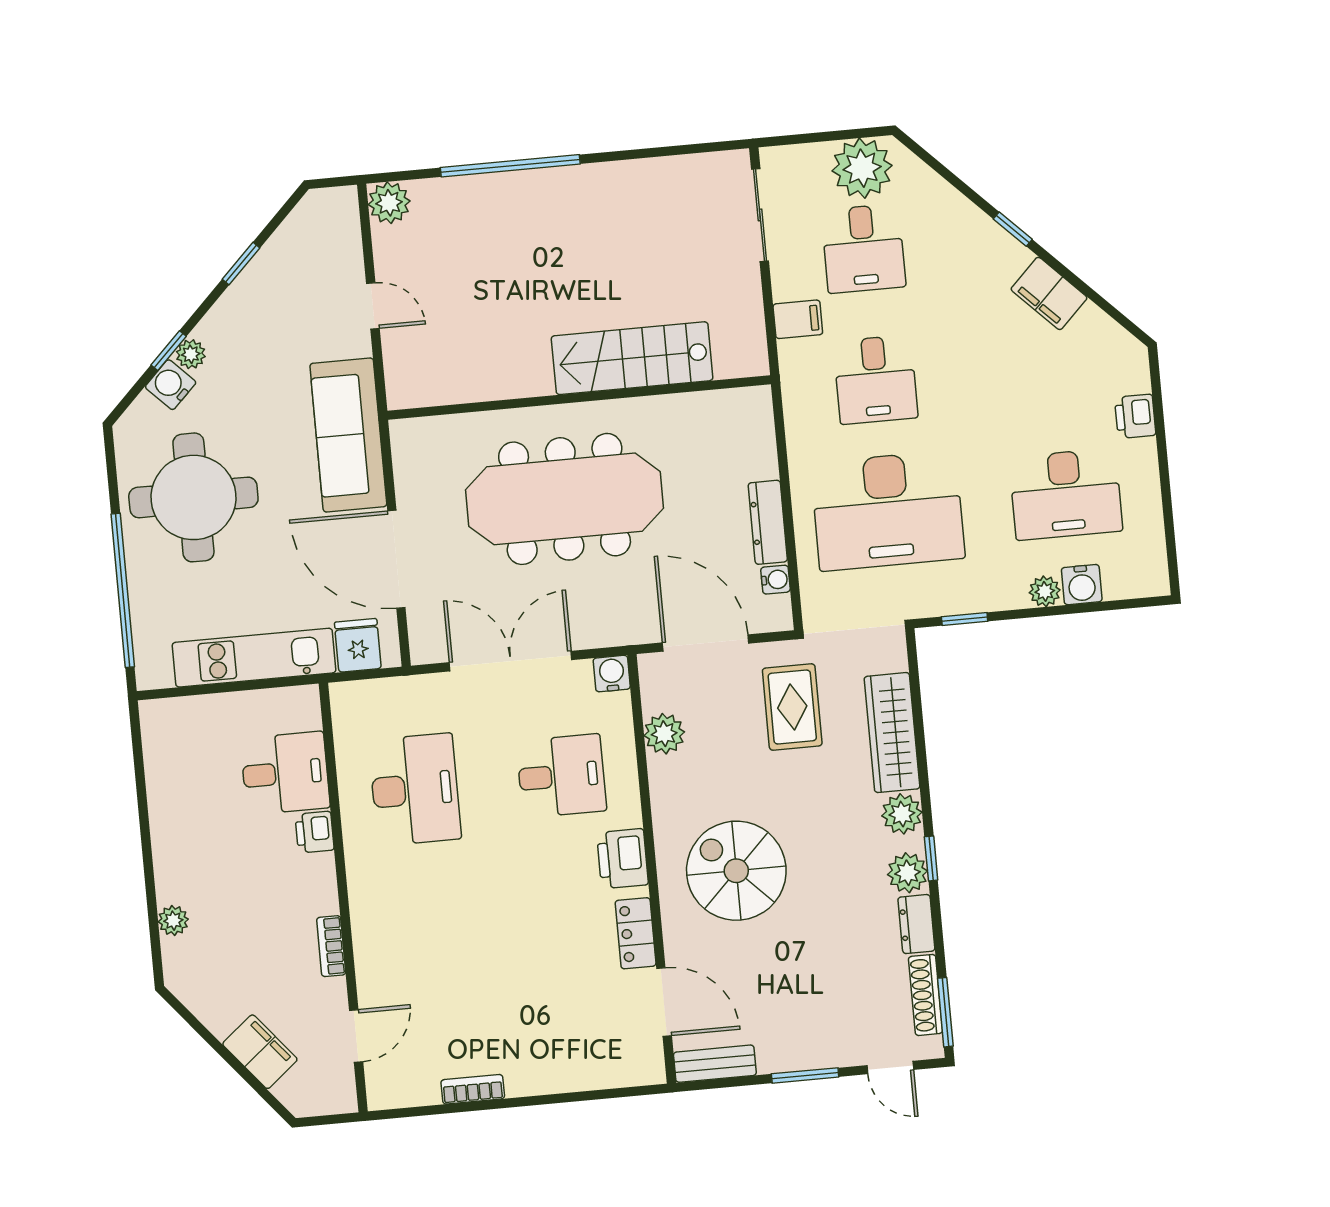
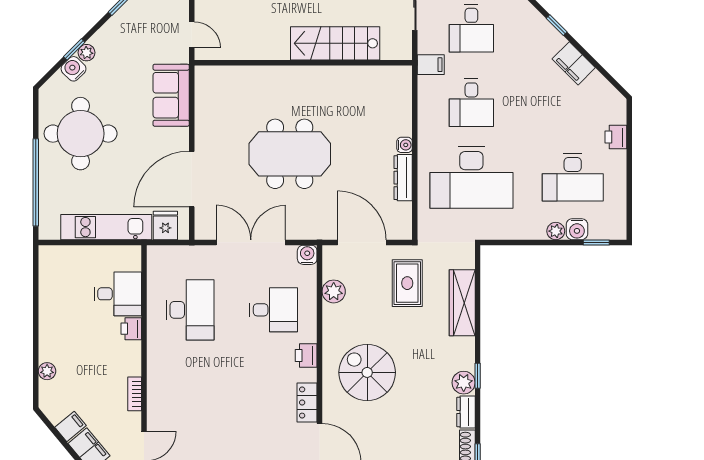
stairs: (632, 358) -> (335, 43), moved
wall: (579, 397) -> (303, 63), moved
sofa: (348, 435) -> (171, 95), width x0.73
meeting table: (565, 499) -> (290, 154), width x0.73
door: (396, 559) -> (192, 179), hinge flipped
water cooler: (776, 580) -> (405, 145), moved
window: (965, 619) -> (596, 242), moved
plant: (902, 814) -> (464, 349), removed
printer: (623, 859) -> (306, 355), width x0.73, depth x0.81
filing cabinet: (224, 1014) -> (70, 426), added

